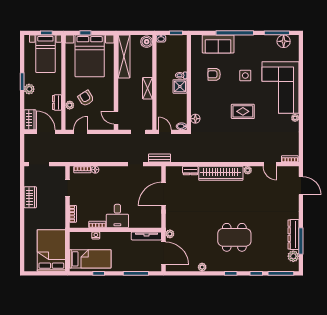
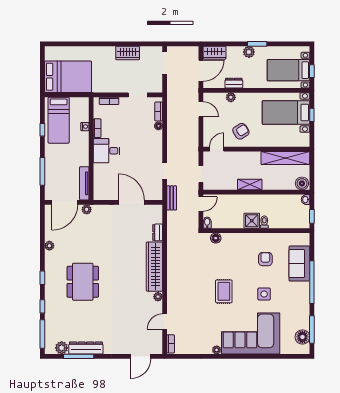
bed with nightstands: (90, 56) -> (286, 112), width x0.73
armchair: (86, 98) -> (241, 131), moved

